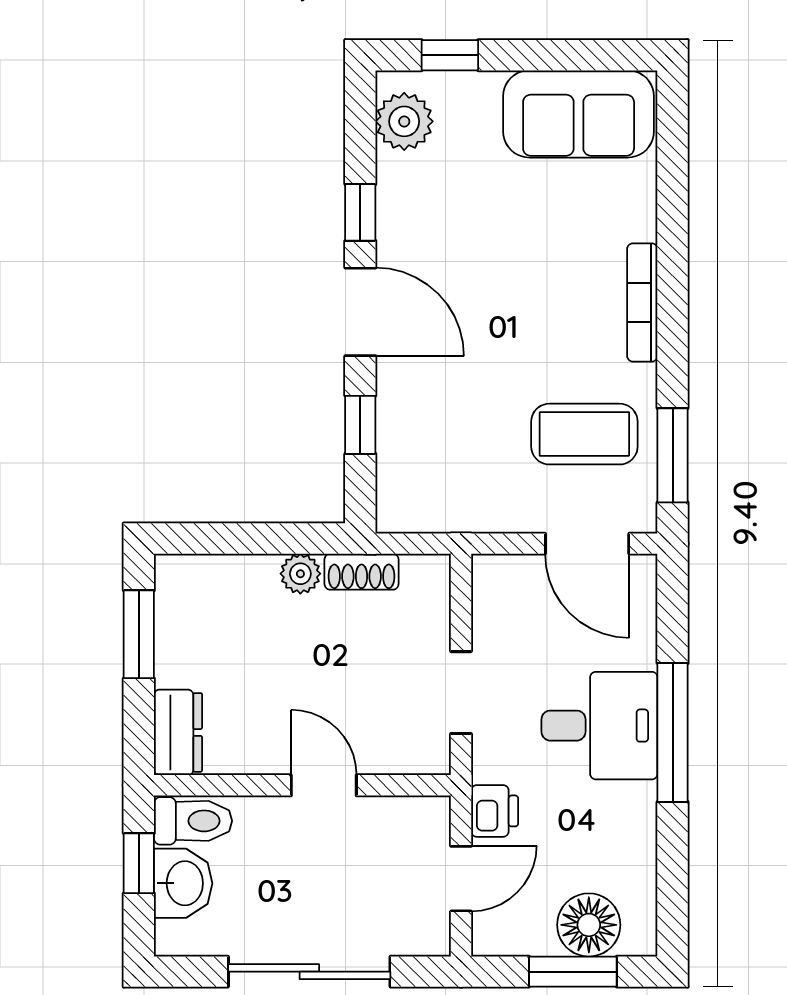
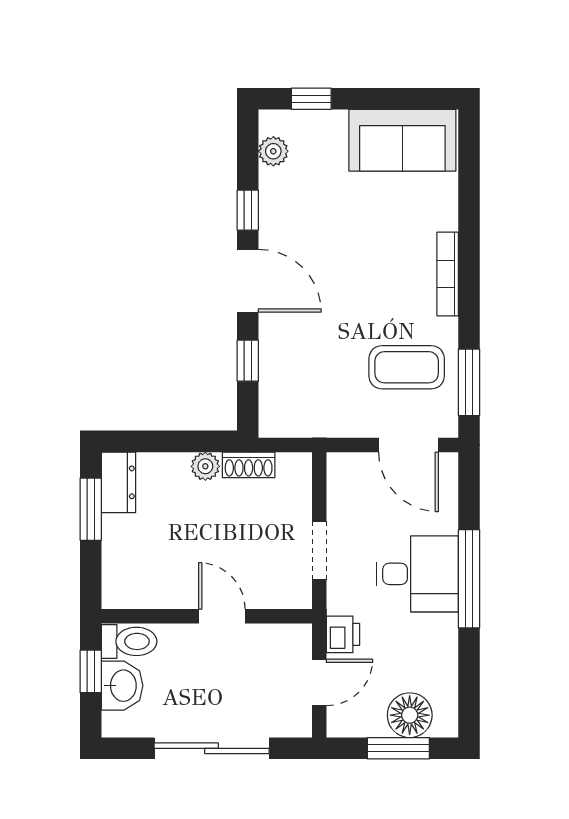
plant: (404, 121) -> (273, 151), width x0.73, depth x0.73
dresser: (178, 732) -> (119, 482), moved

